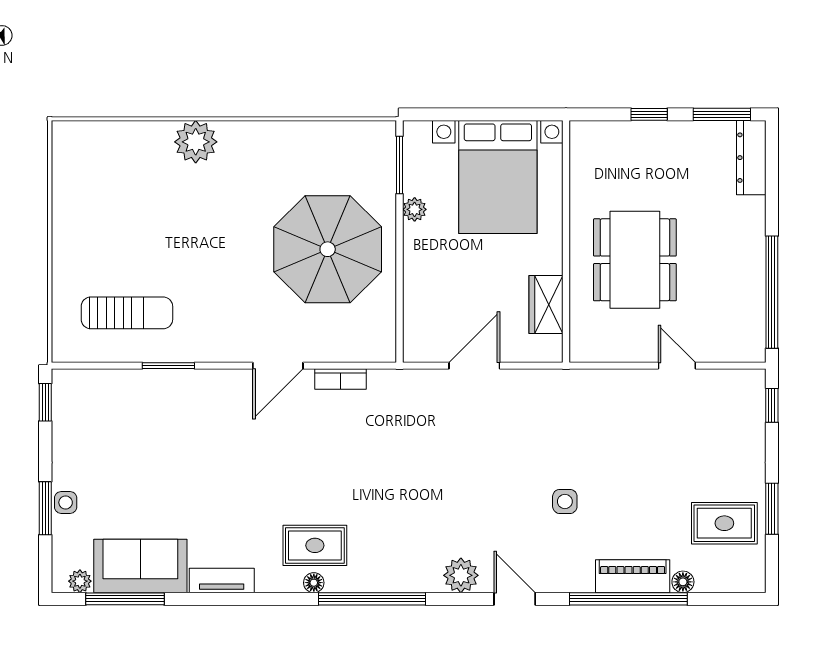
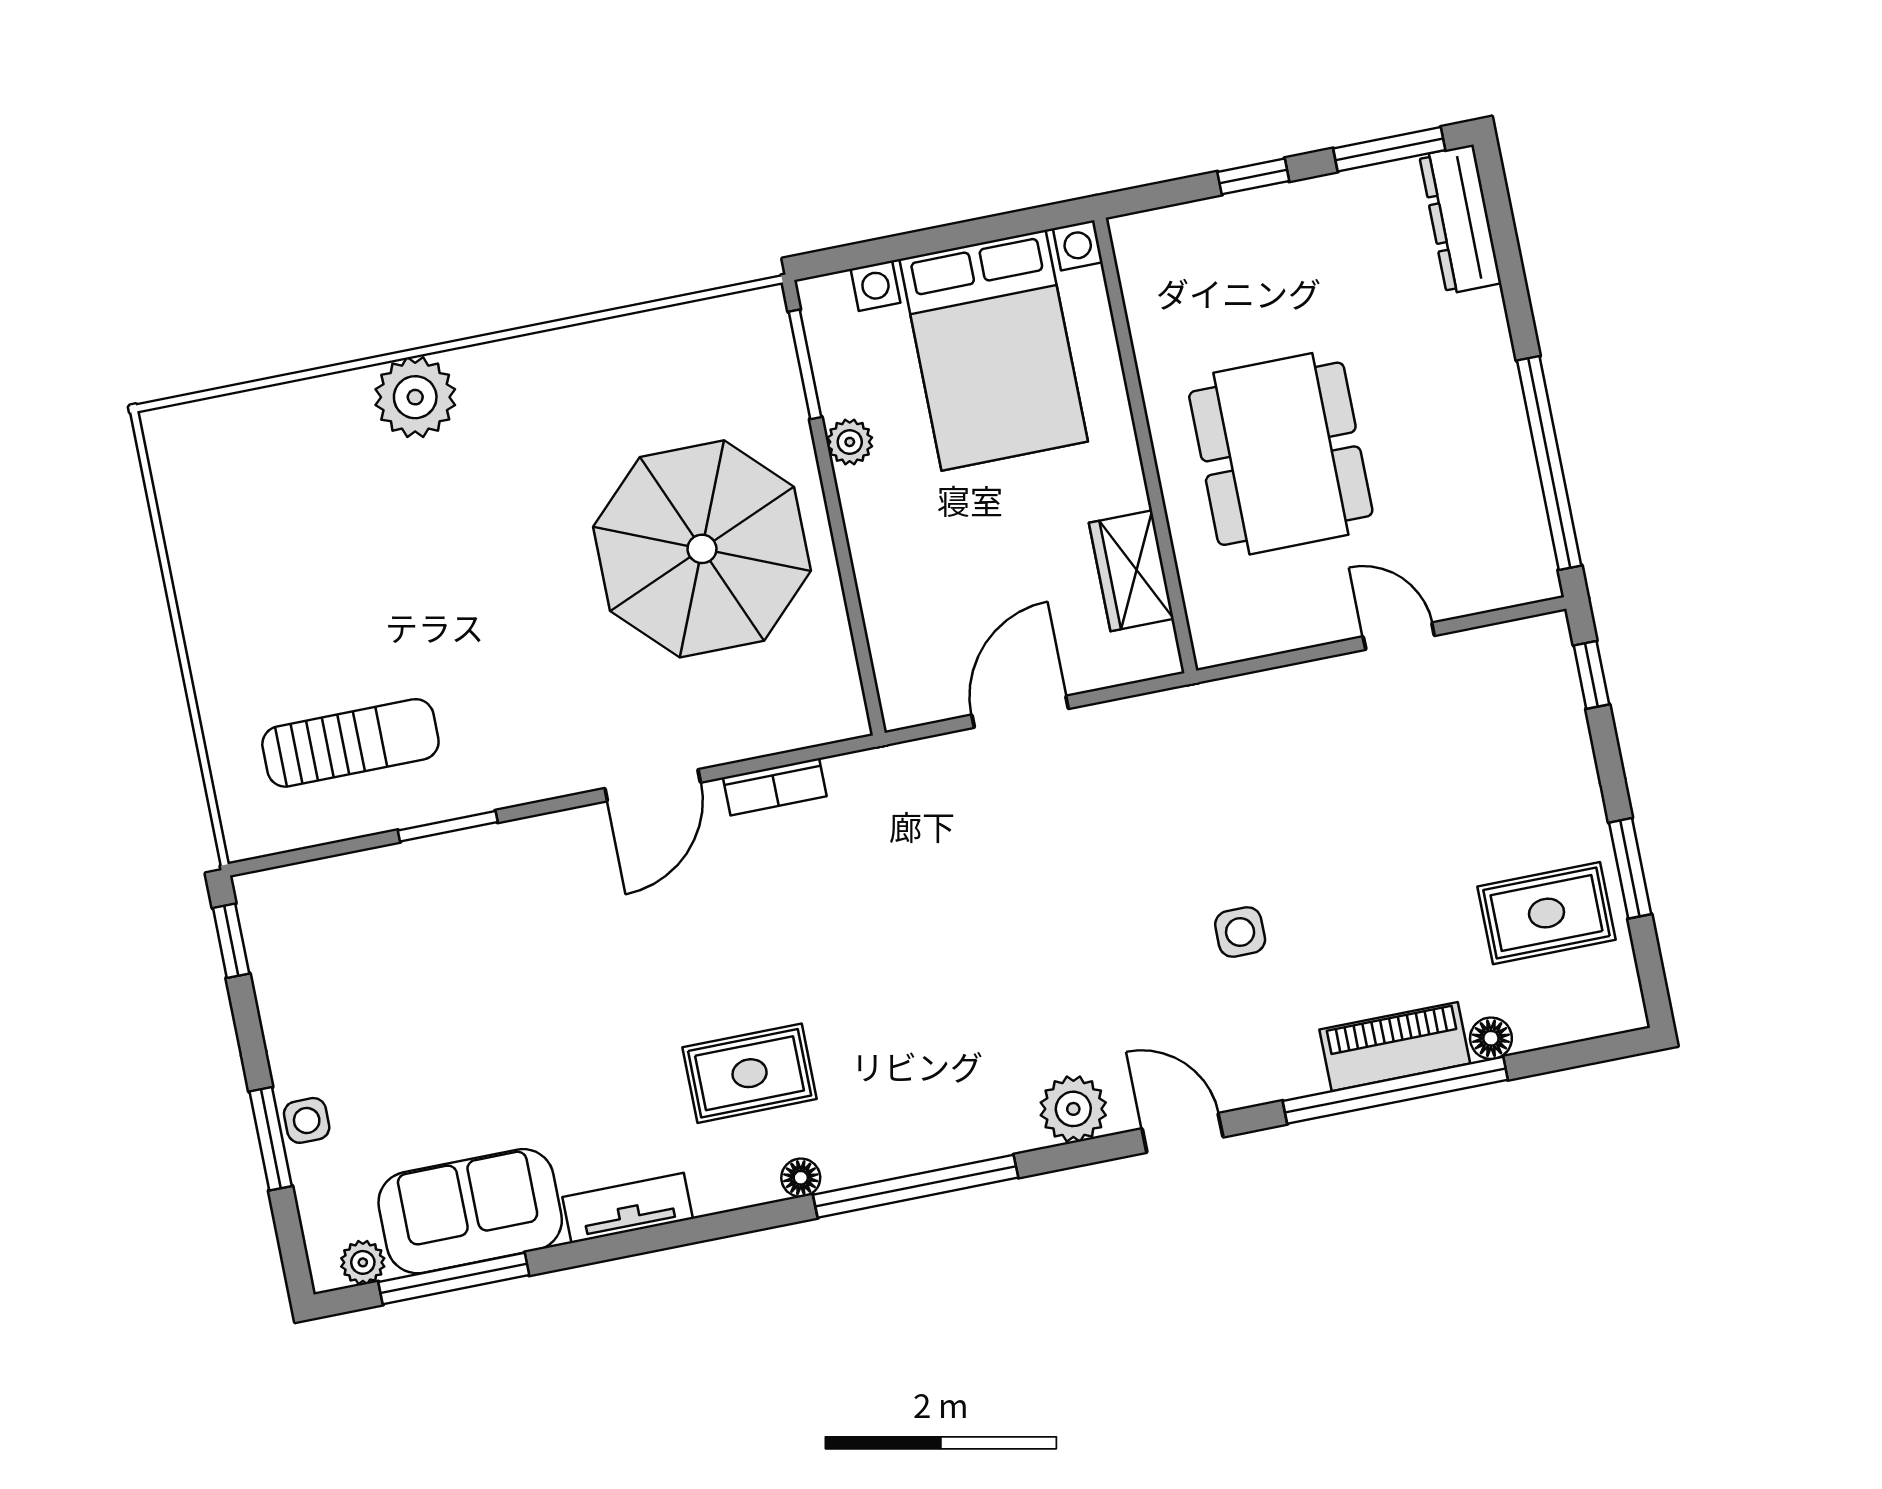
rug: (315, 545) -> (750, 1073), moved

